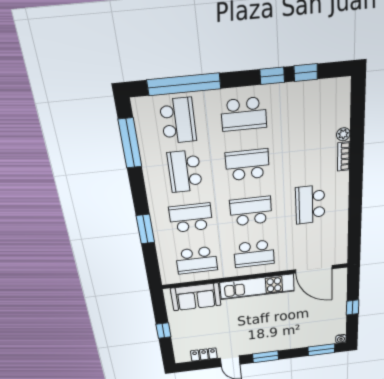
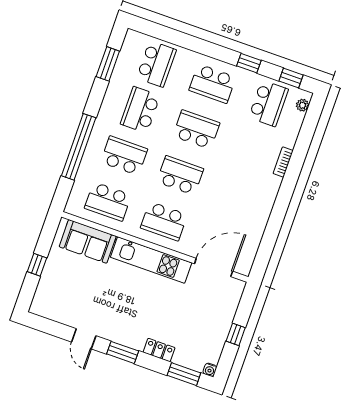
window: (306, 73) -> (291, 78), moved
window: (184, 84) -> (176, 37), removed
plant: (343, 134) -> (302, 105), moved
window: (130, 143) -> (108, 64), width x0.69
school desk: (310, 205) -> (268, 103), moved, turned 180
window: (145, 229) -> (79, 147), width x2.11
door: (314, 269) -> (214, 268), swing flipped
locker: (204, 355) -> (159, 350), moved

